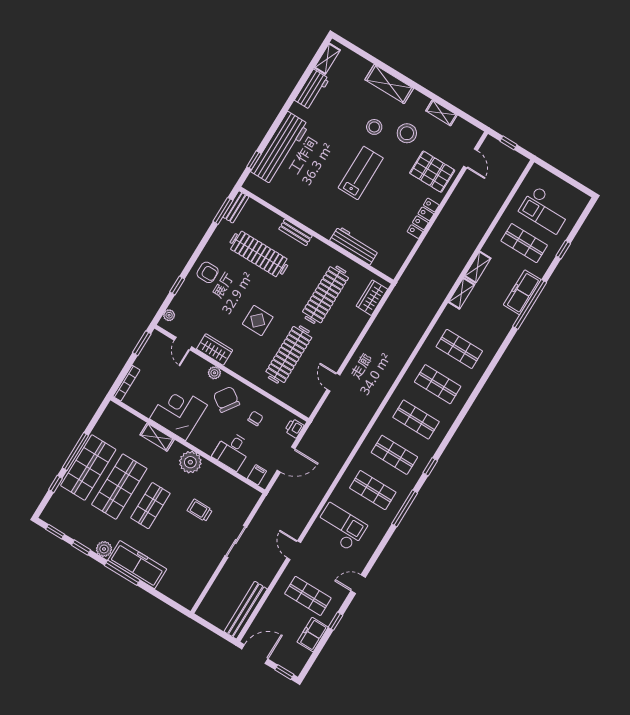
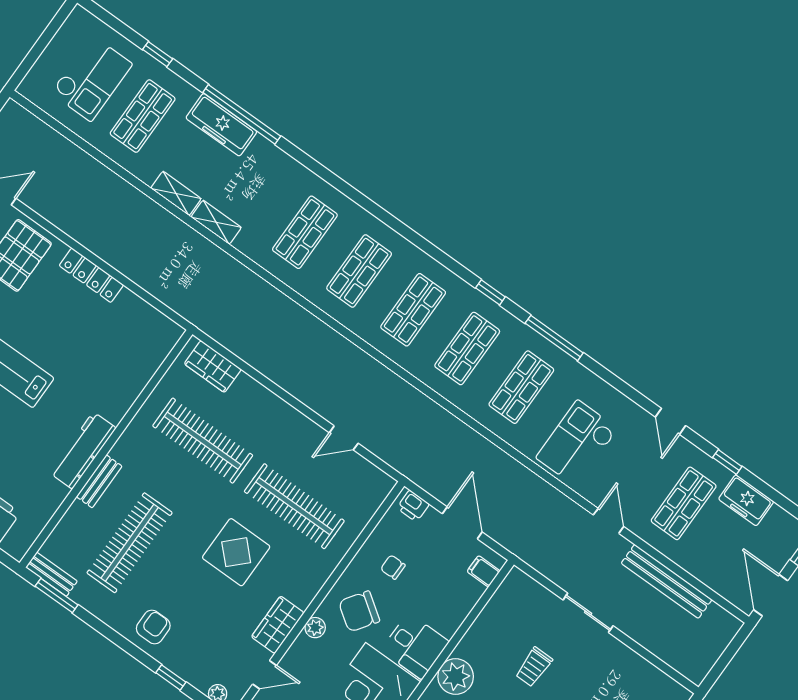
workbench: (354, 245) -> (83, 450), moved
display table: (258, 320) -> (236, 552), width x1.36, depth x1.36
desk: (232, 451) -> (415, 646), moved
door: (294, 550) -> (609, 521), swing flipped
bench: (246, 610) -> (667, 581), moved

